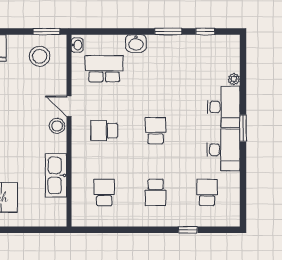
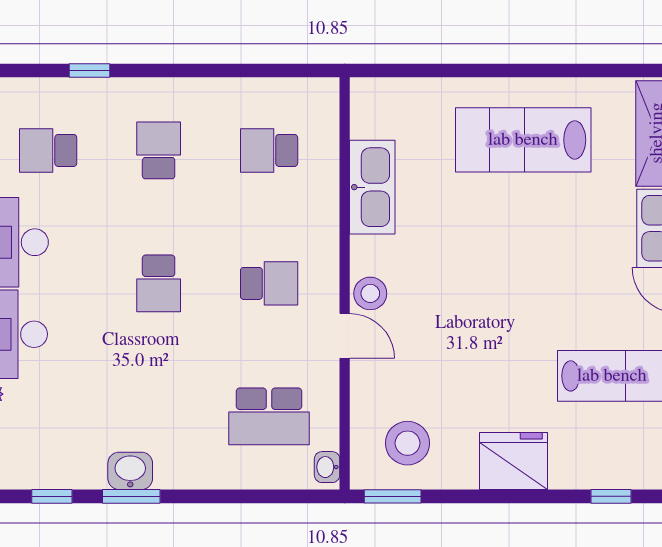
washbasin: (136, 43) -> (130, 471), moved
school desk: (104, 192) -> (269, 150), turned 90
school desk: (207, 192) -> (48, 150), turned 90

